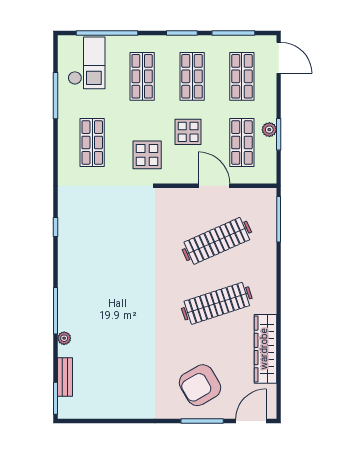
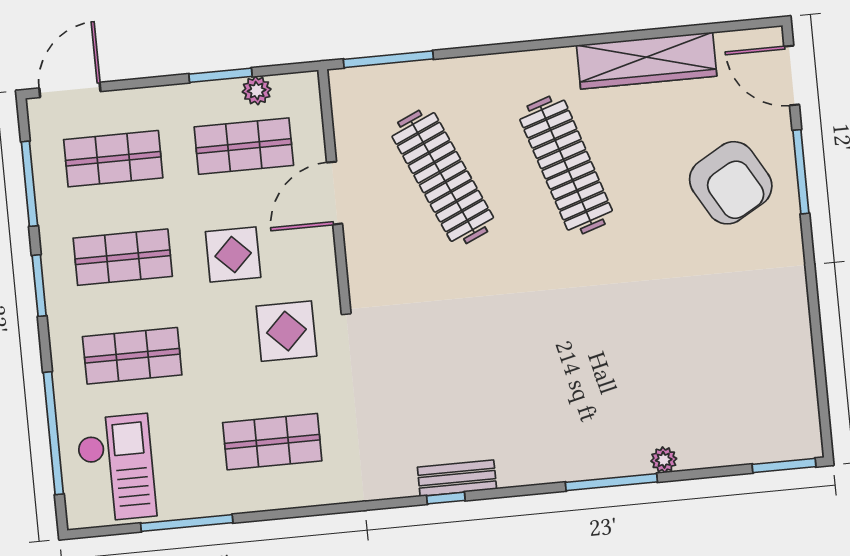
checkout: (87, 63) -> (116, 468), turned 90
plant: (269, 130) -> (257, 91), moved
bench: (65, 377) -> (457, 478), moved

